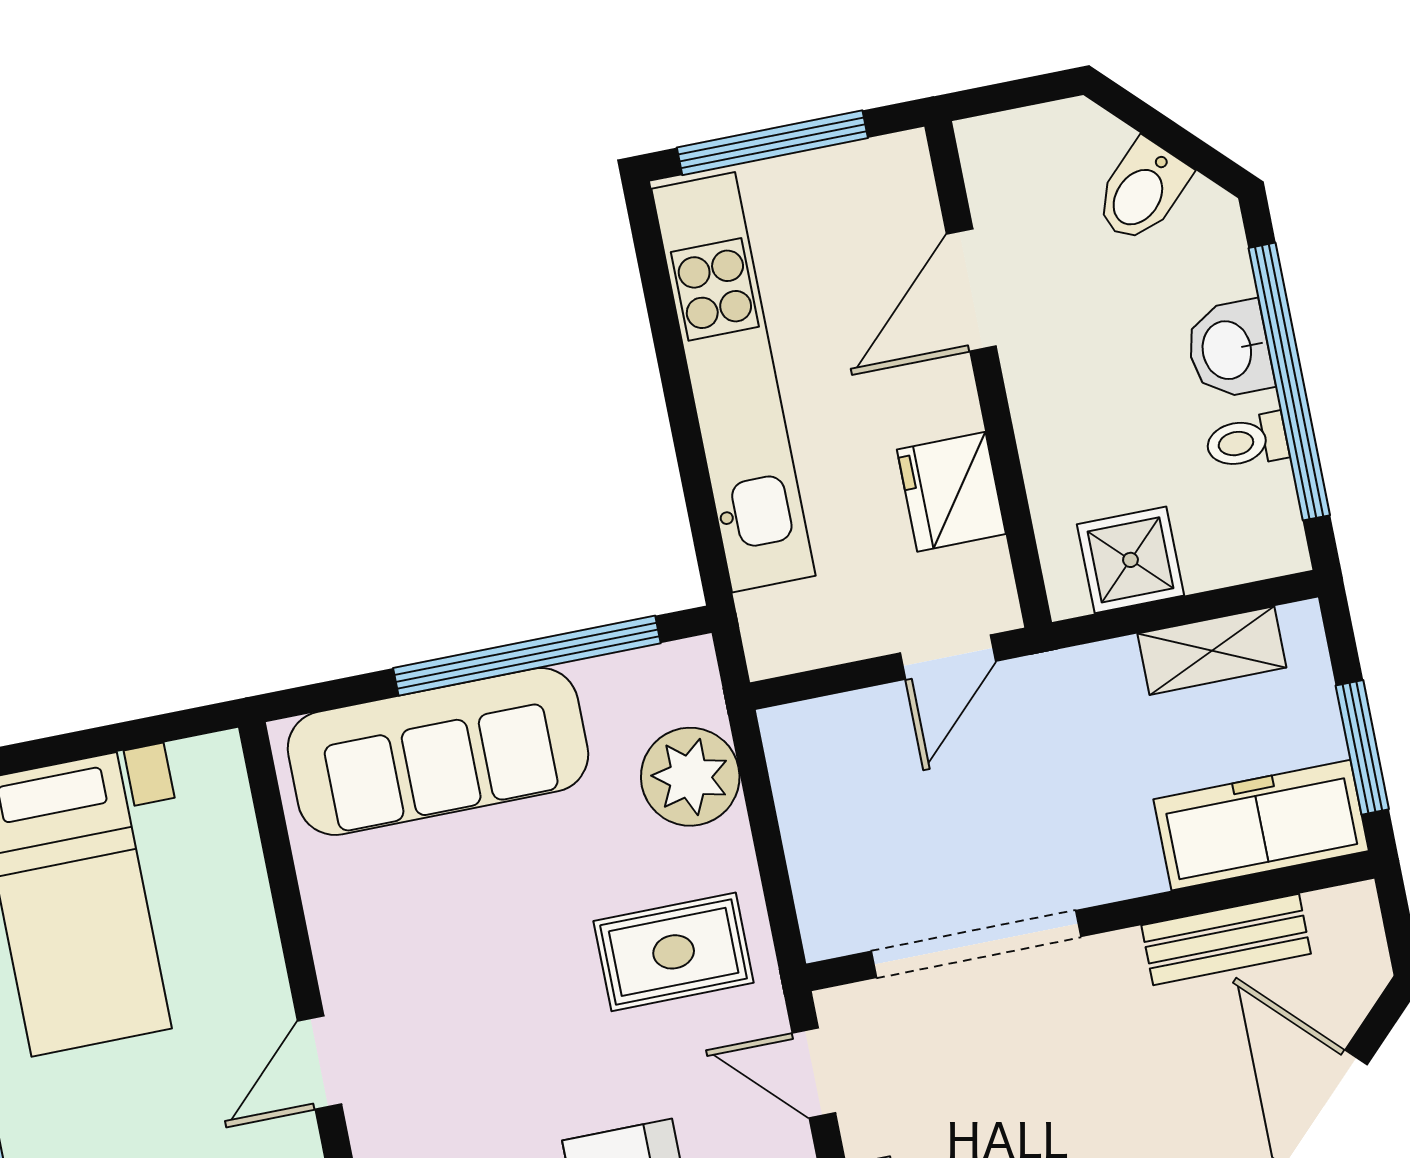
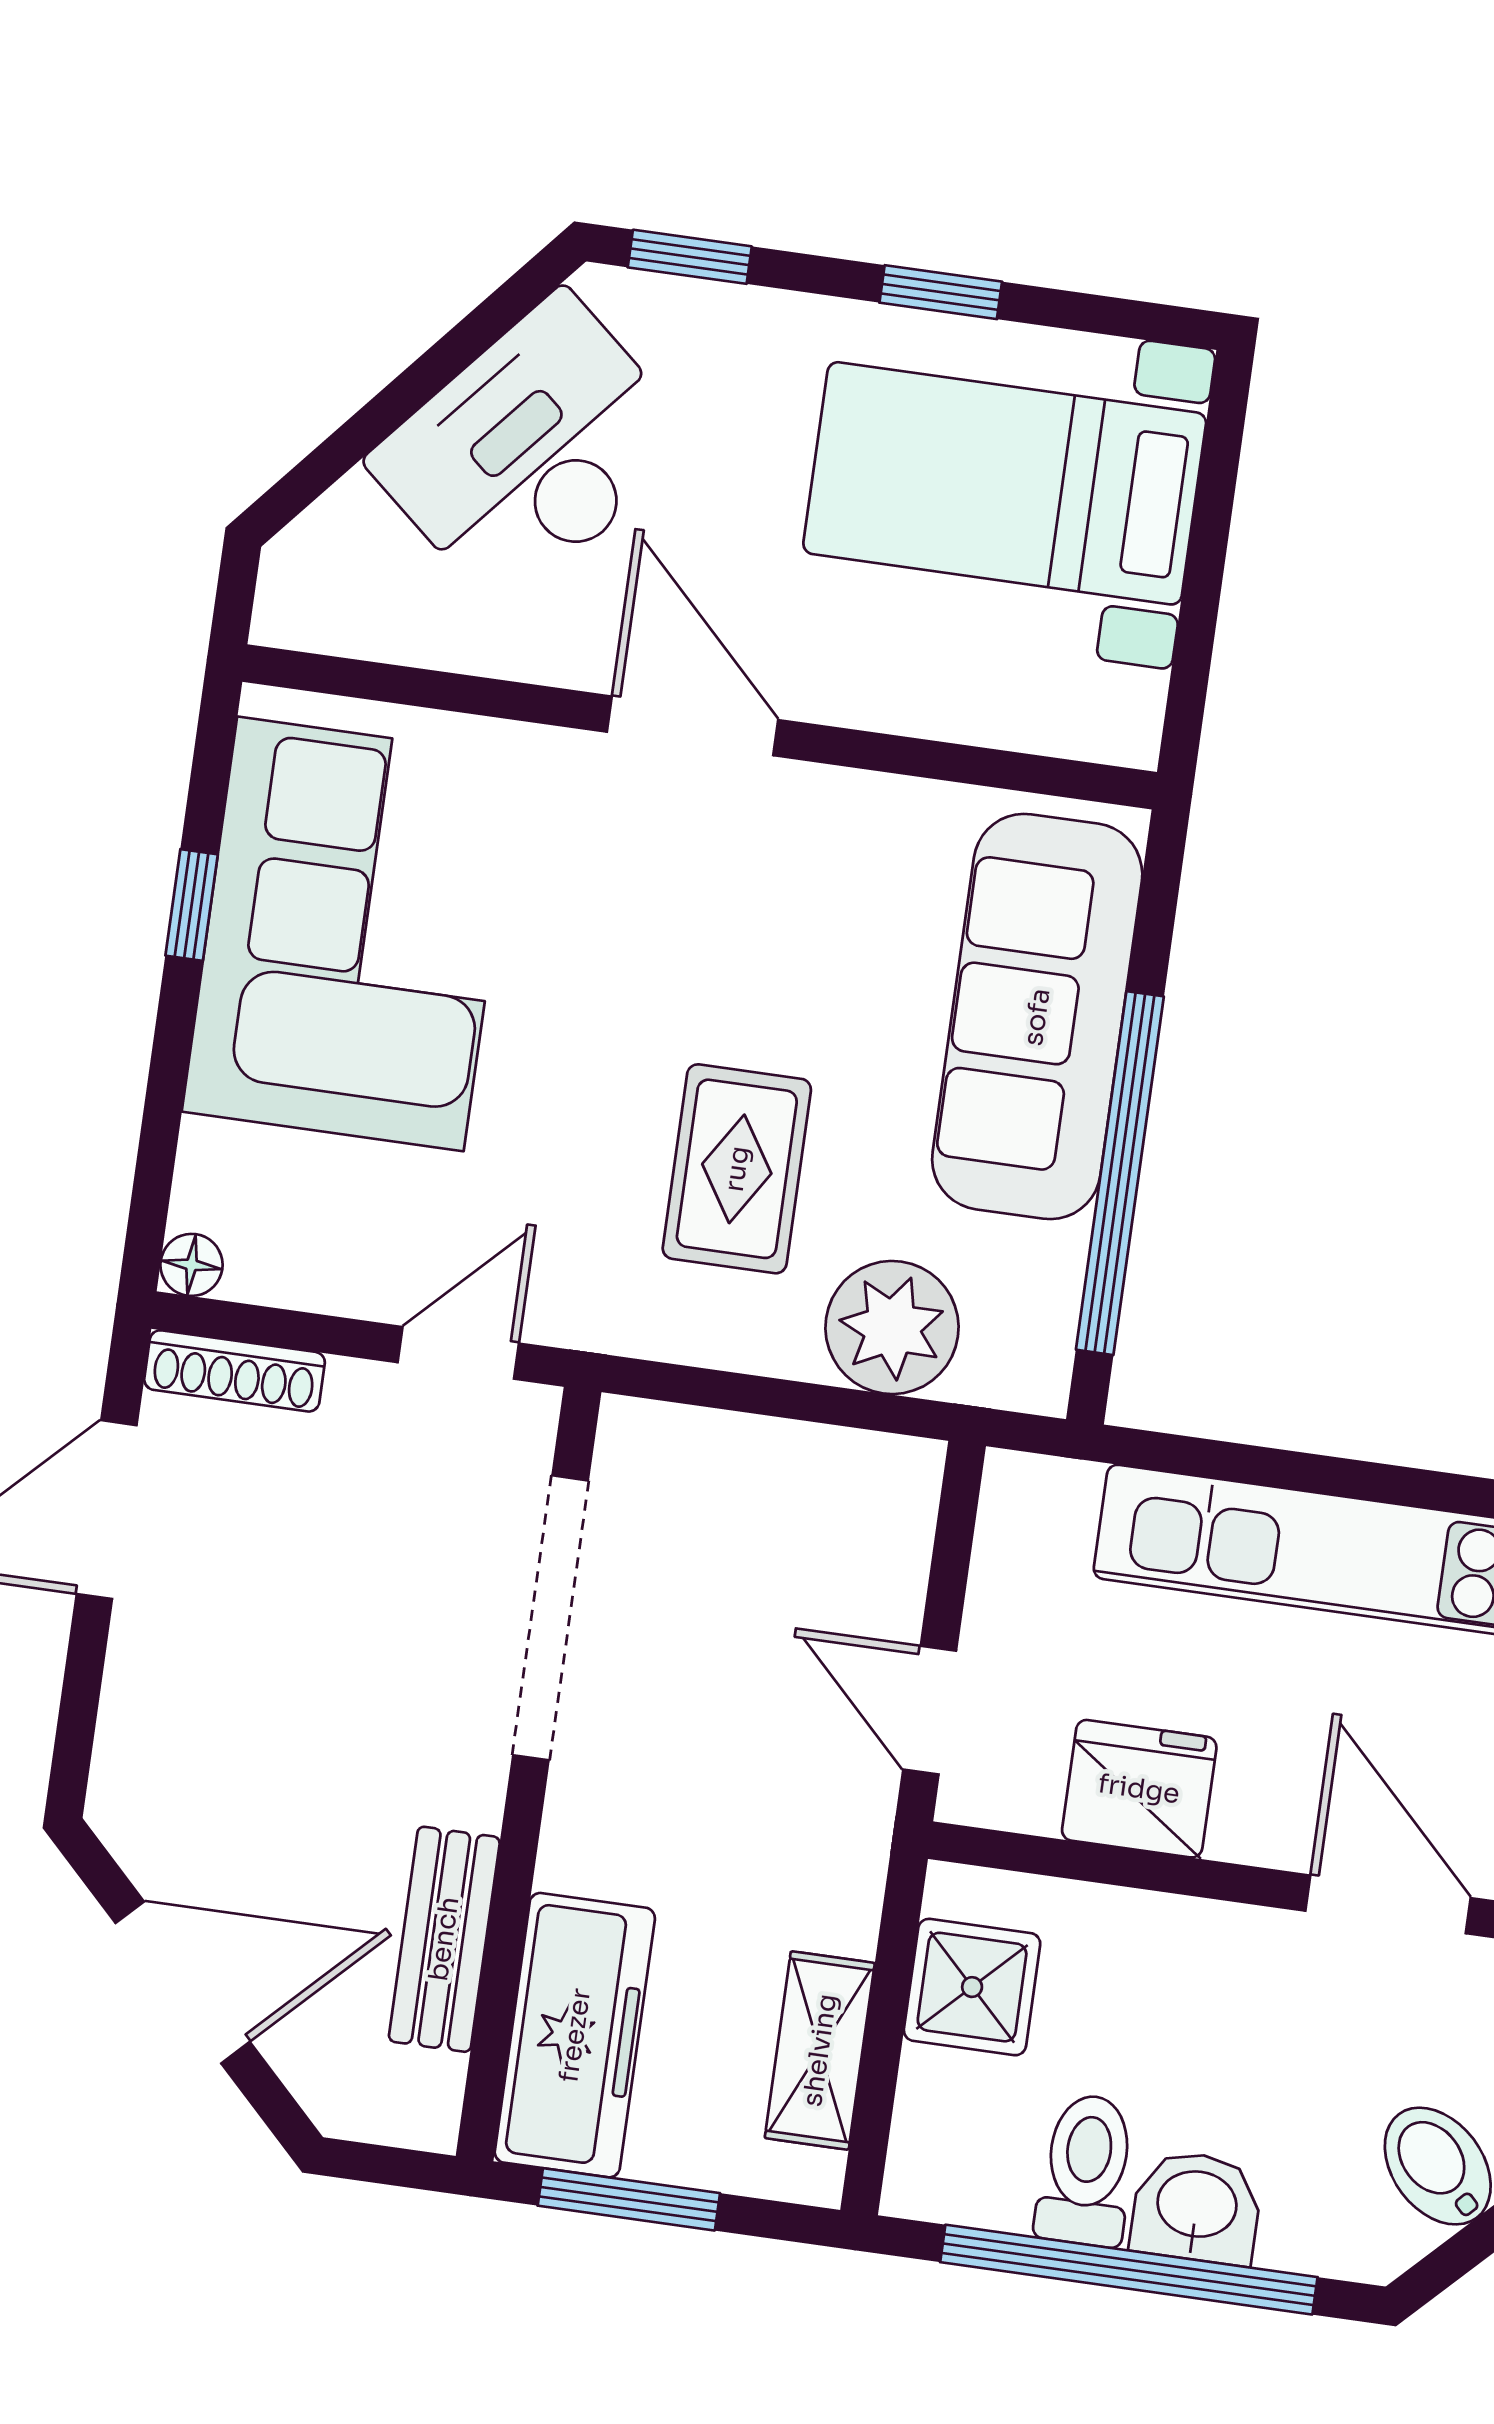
toilet: (1247, 441) -> (1086, 2170), width x1.37, depth x1.39
rug: (674, 952) -> (737, 1169), moved
door: (319, 1063) -> (693, 726), width x1.38

